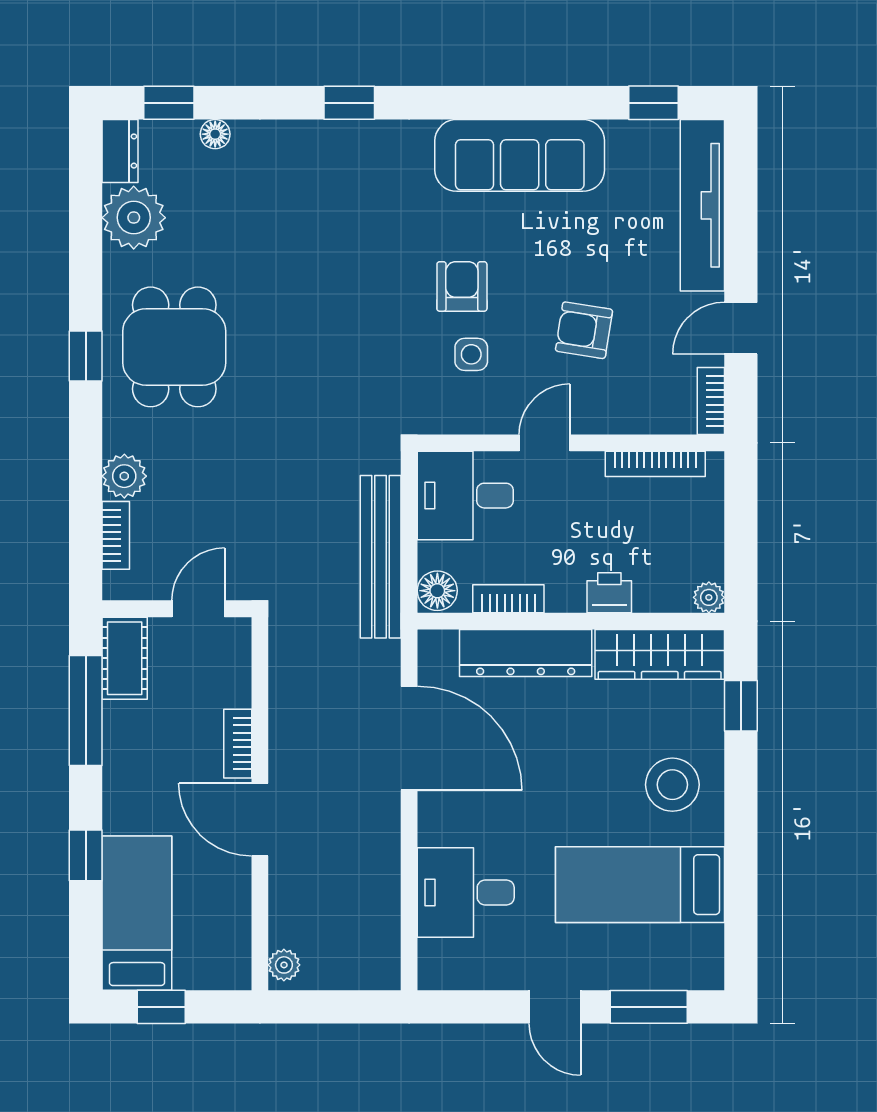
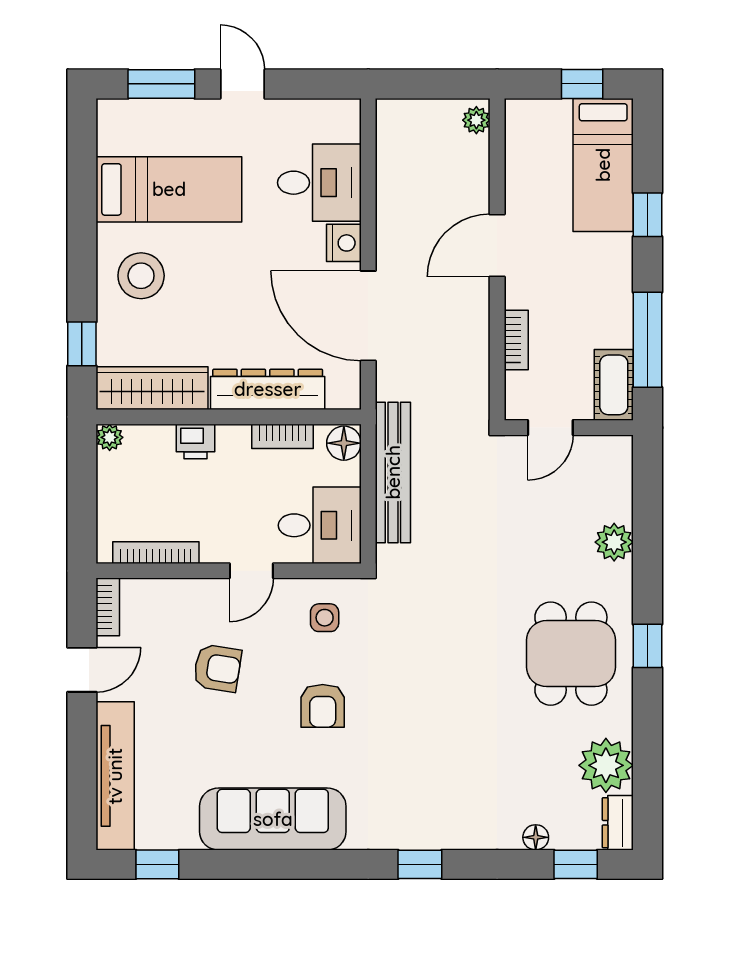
side table: (471, 354) -> (325, 618), moved
bookcase: (116, 535) -> (621, 491), removed
bookcase: (238, 744) -> (516, 340), moved
door: (260, 820) -> (497, 246), swing flipped
nightstand: (437, 823) -> (344, 243), added

